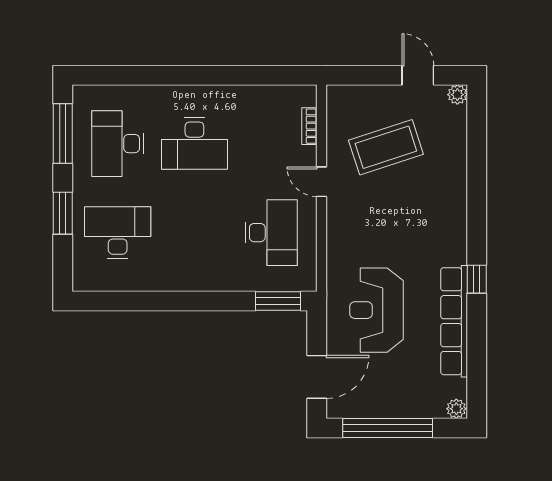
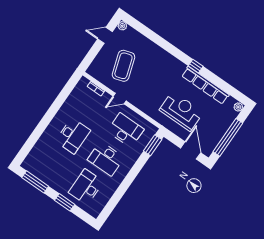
desk: (118, 144) -> (106, 159), moved
reception desk: (376, 310) -> (181, 111), turned 180

